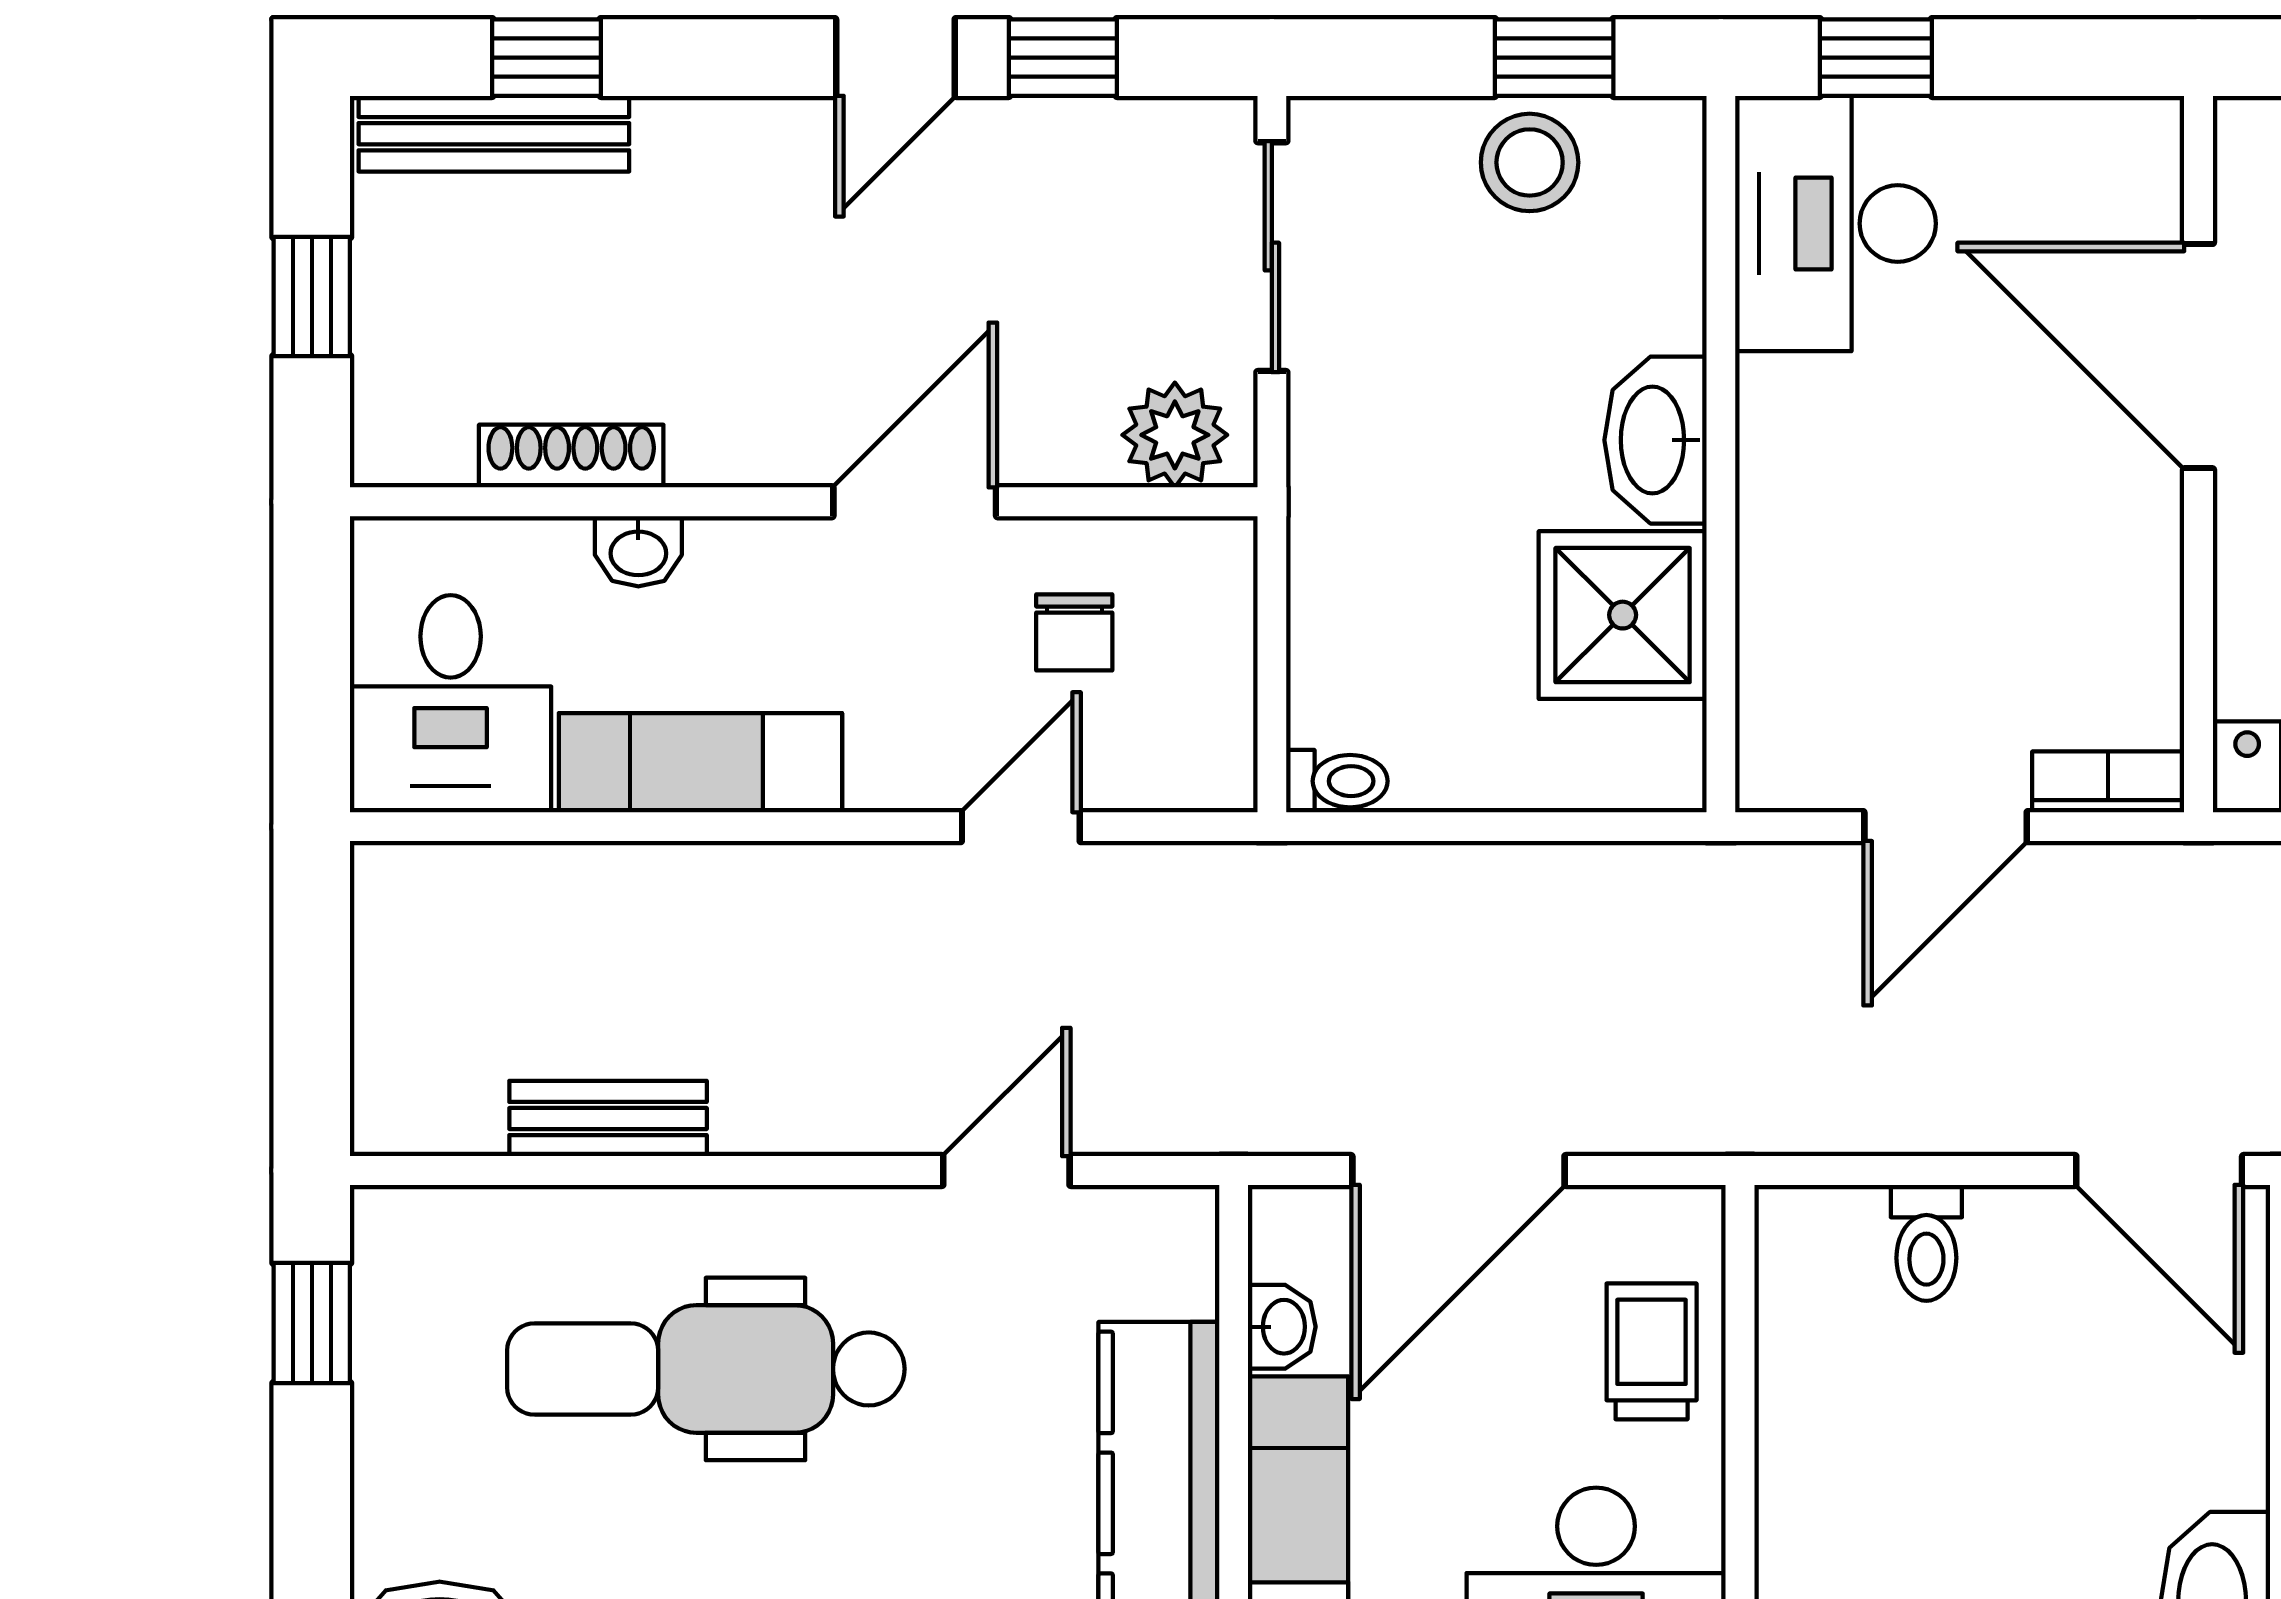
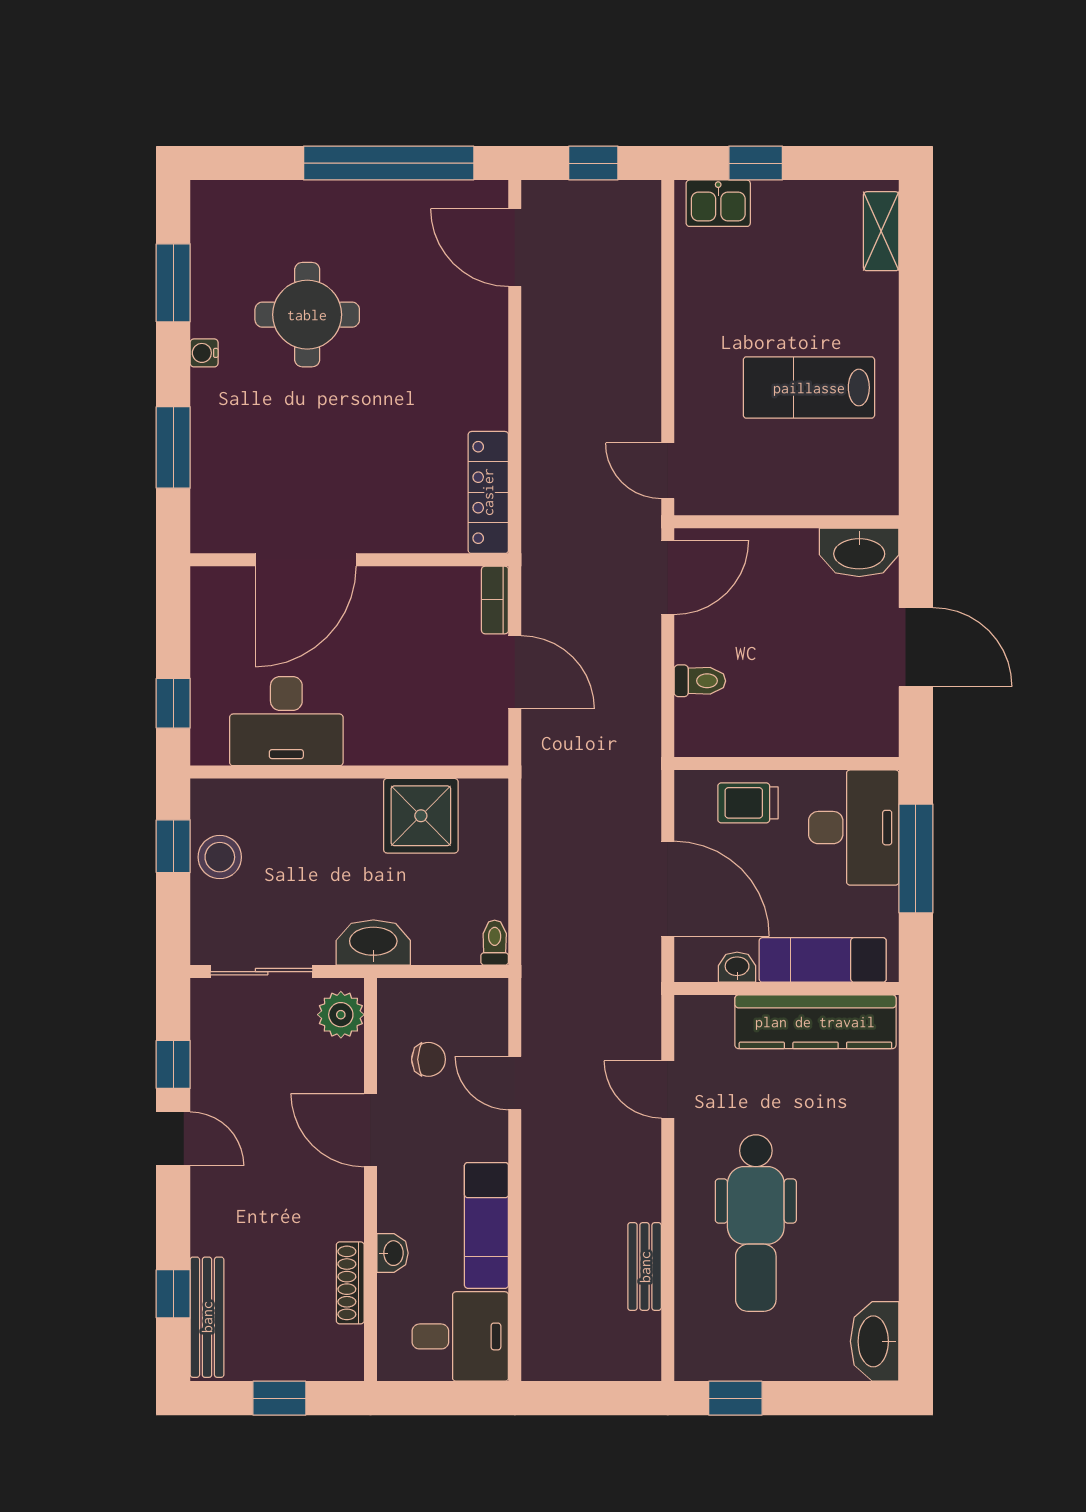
desk: (1836, 224) -> (286, 721), moved
washbasin: (1655, 440) -> (373, 943), moved, turned 180

